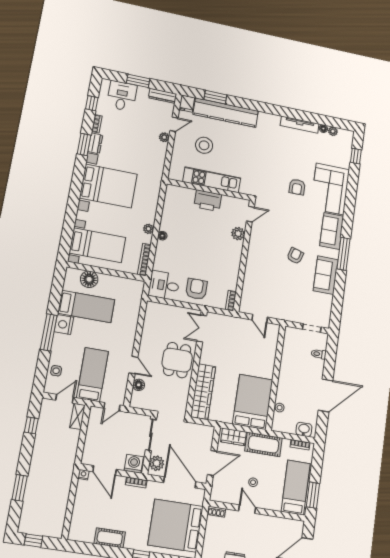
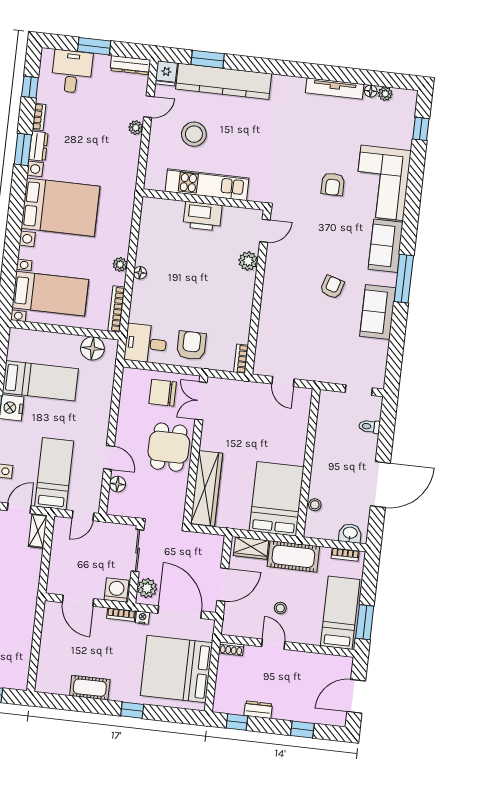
floor lamp: (89, 279) -> (92, 348), moved
chair: (175, 321) -> (163, 393), added
nightstand: (83, 475) -> (142, 618), moved

